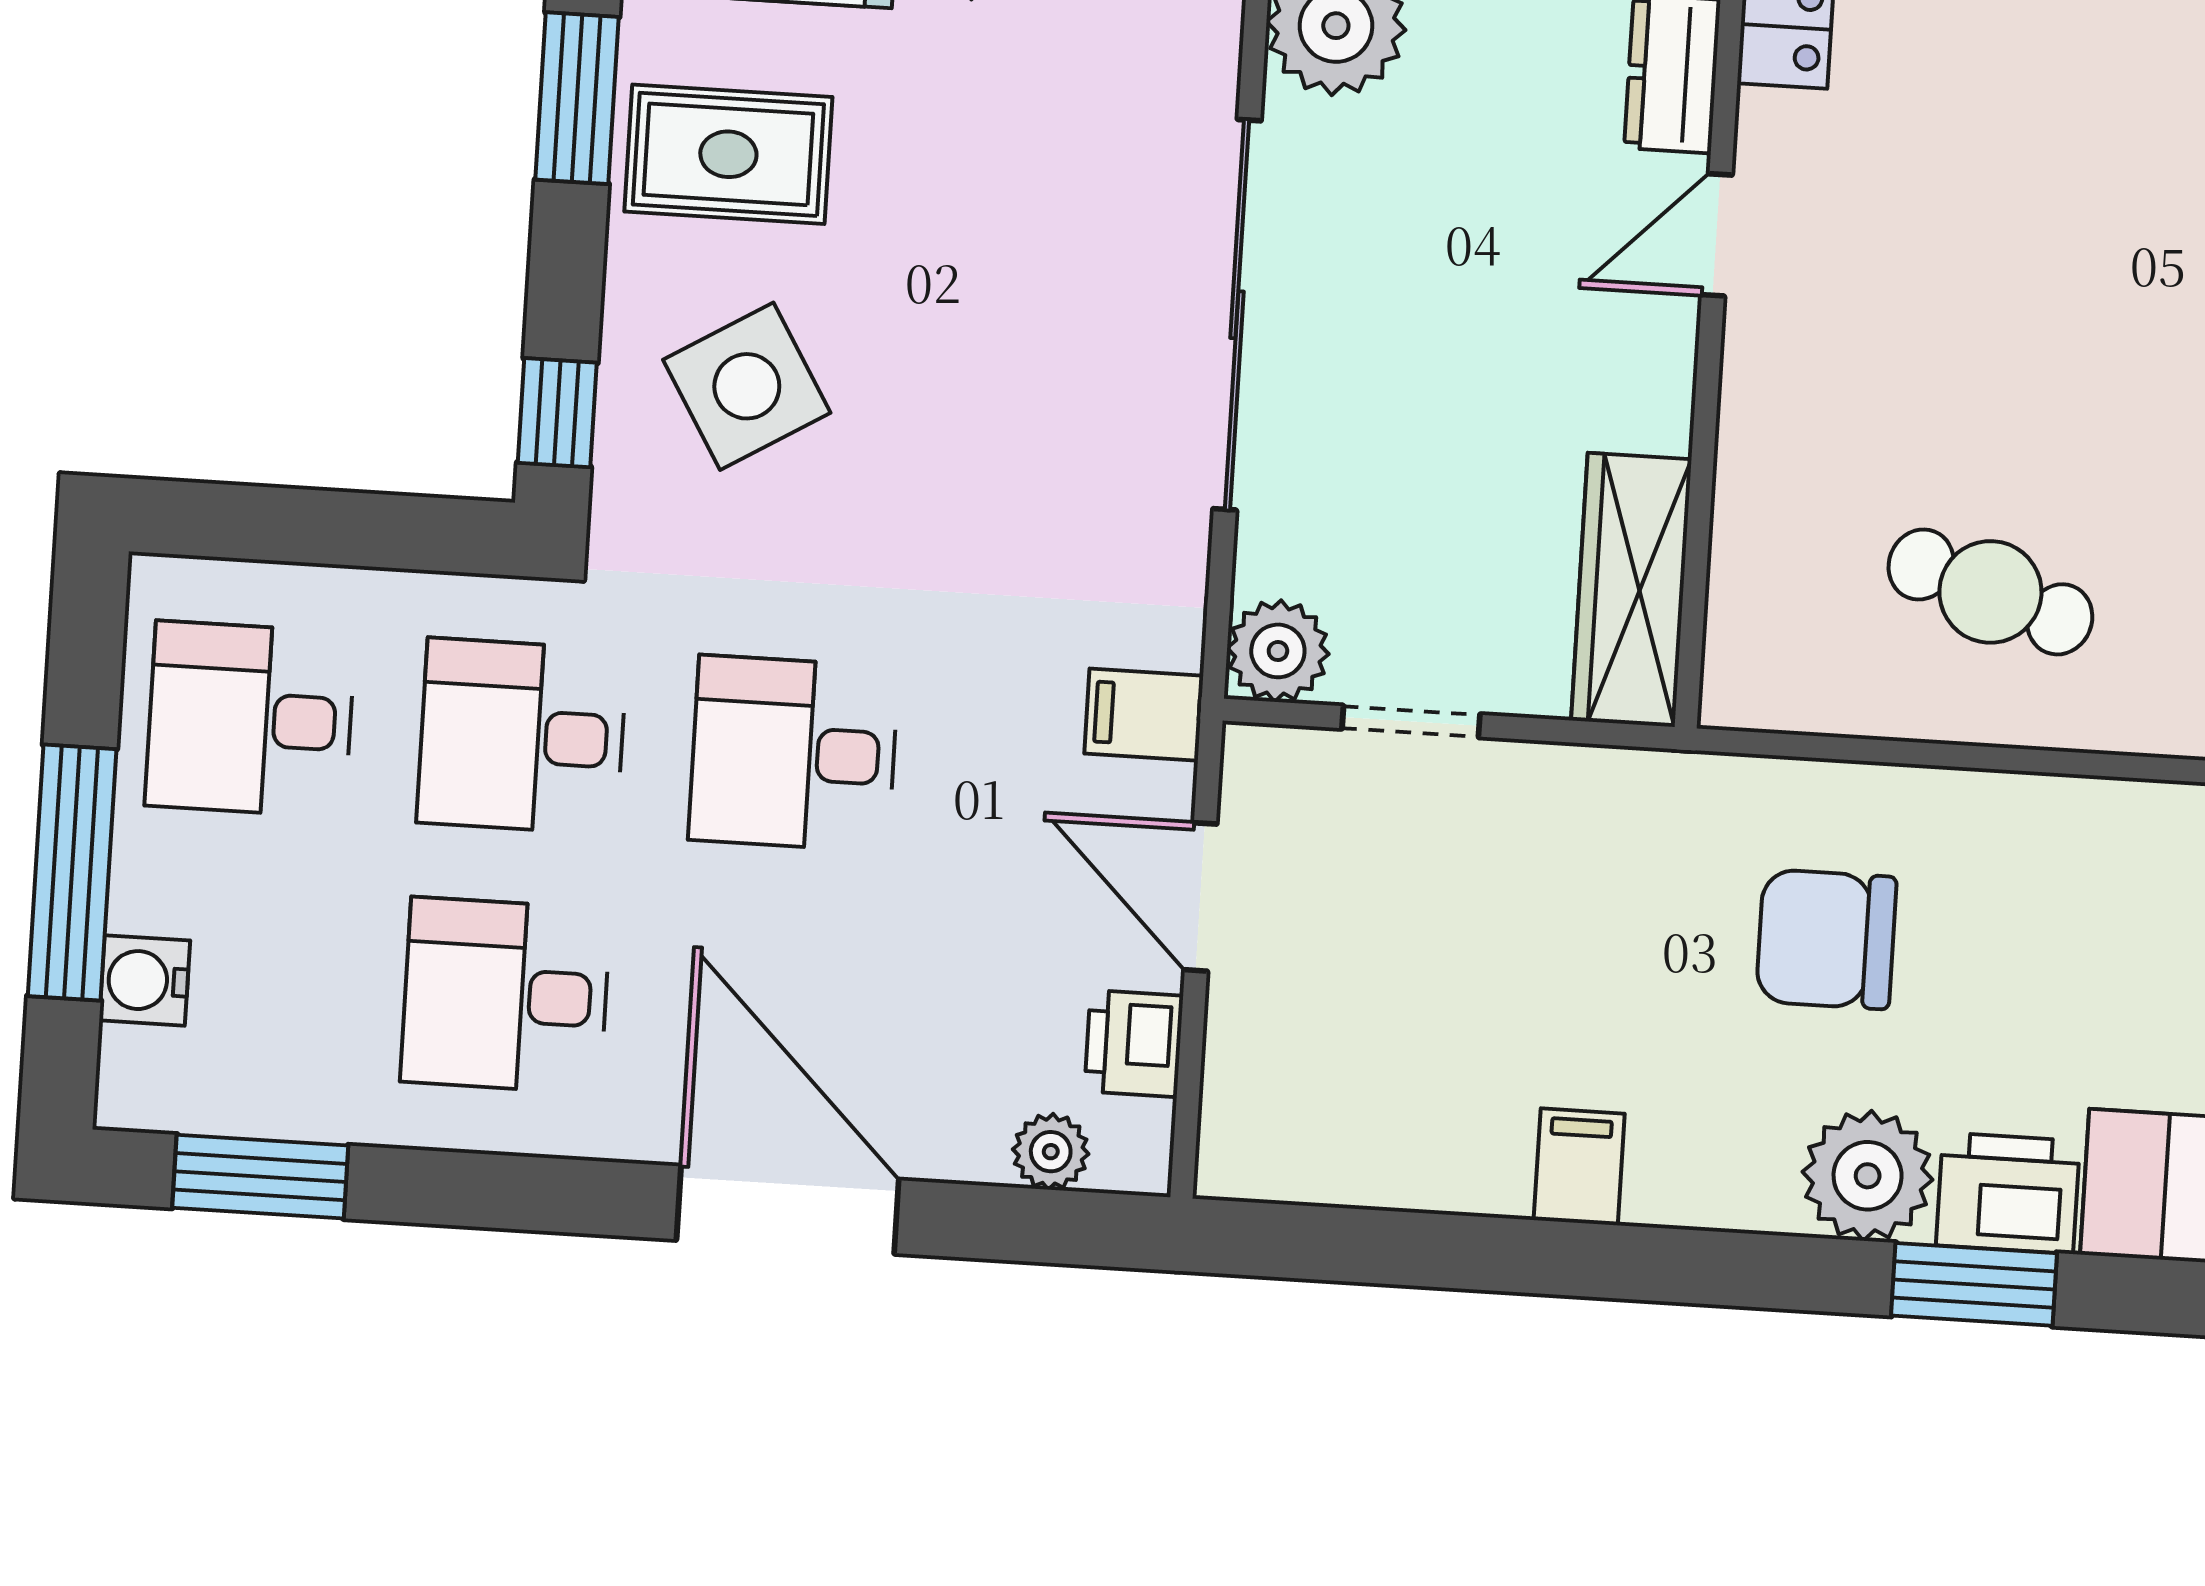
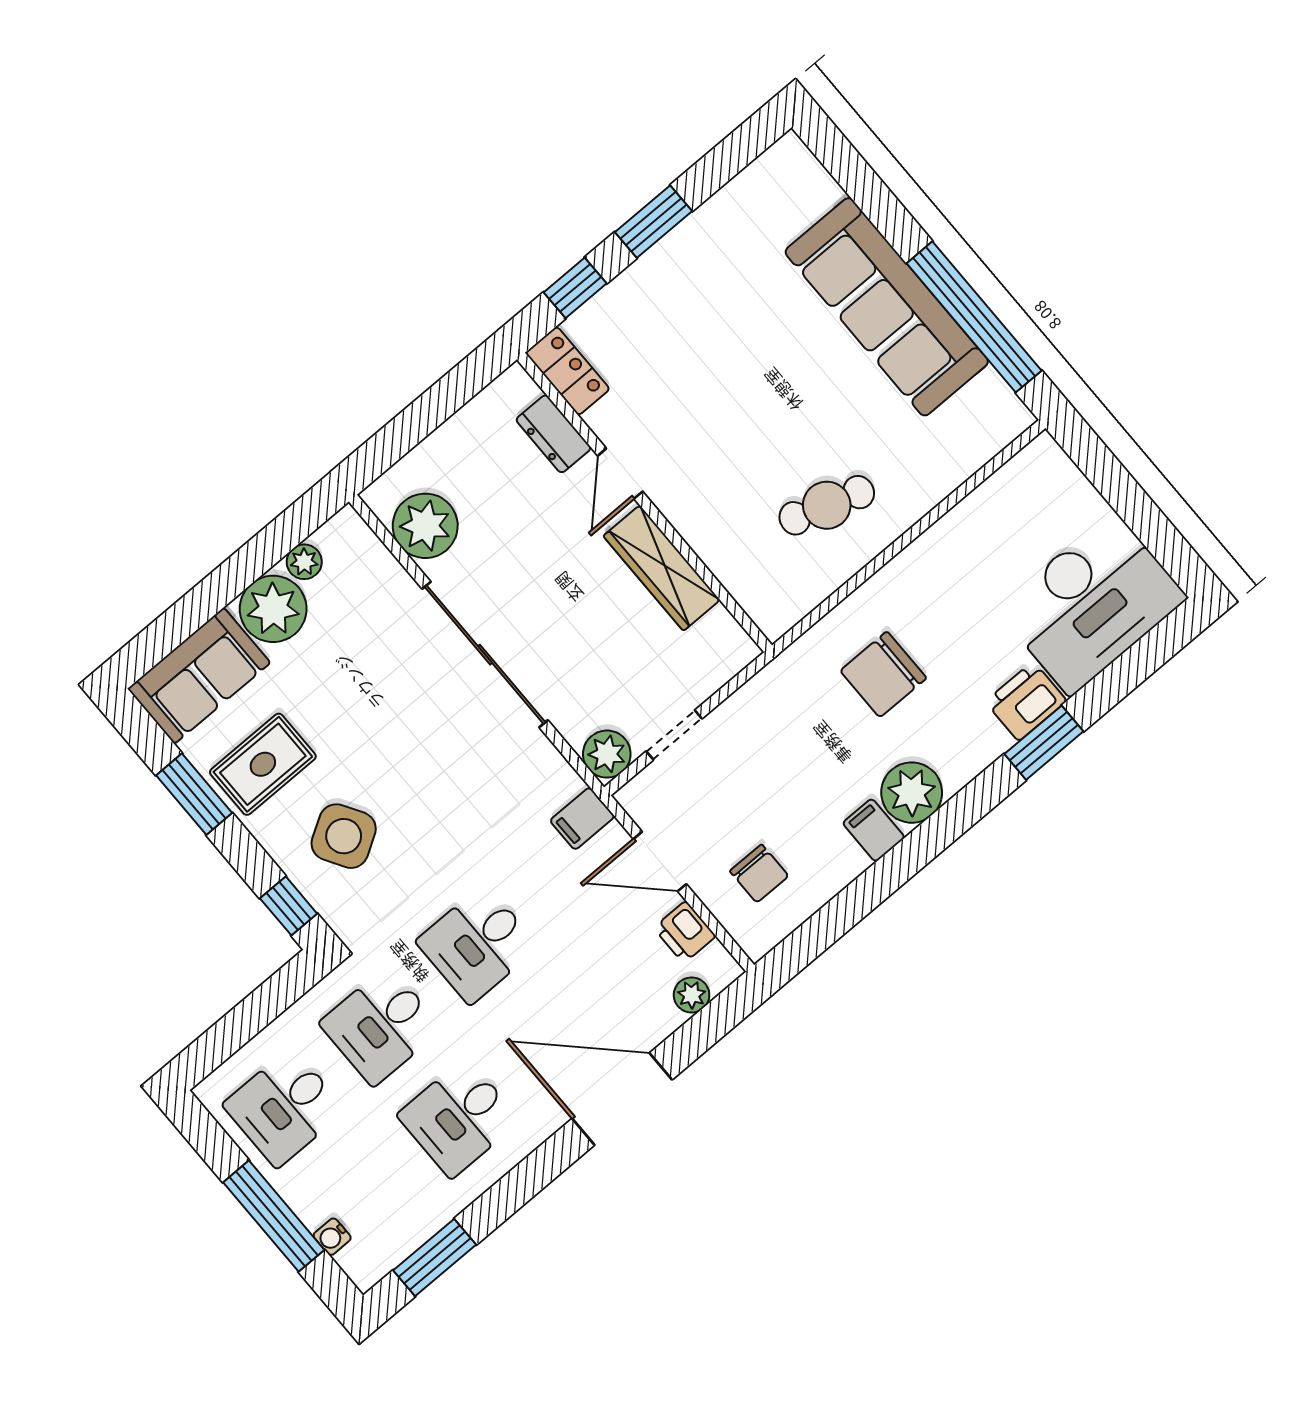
wardrobe: (1631, 590) -> (662, 568), moved
water cooler: (145, 980) -> (332, 1237), width x0.72, depth x0.72
chair: (1337, 1064) -> (759, 874), added
plant: (1868, 1176) -> (912, 793), moved

